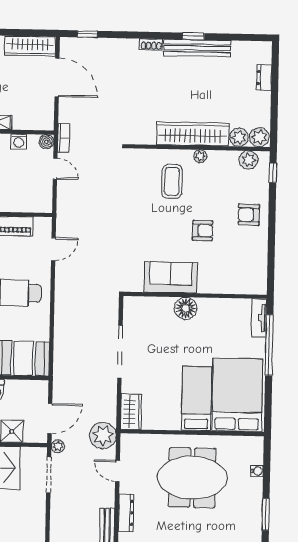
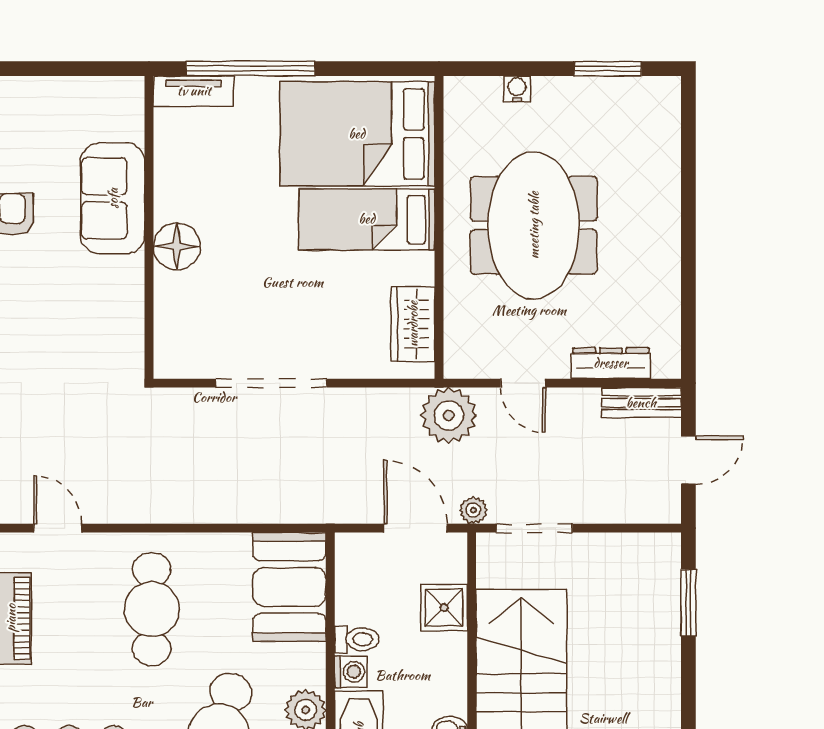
sofa: (171, 278) -> (113, 198), moved
wardrobe: (131, 412) -> (413, 324), moved, turned -90
door: (117, 471) -> (523, 383), hinge flipped

